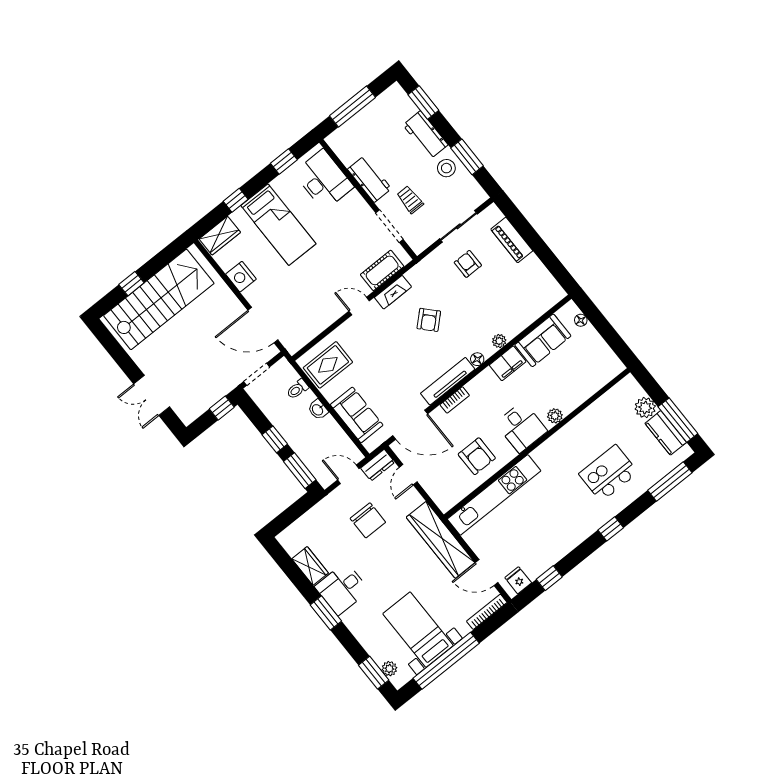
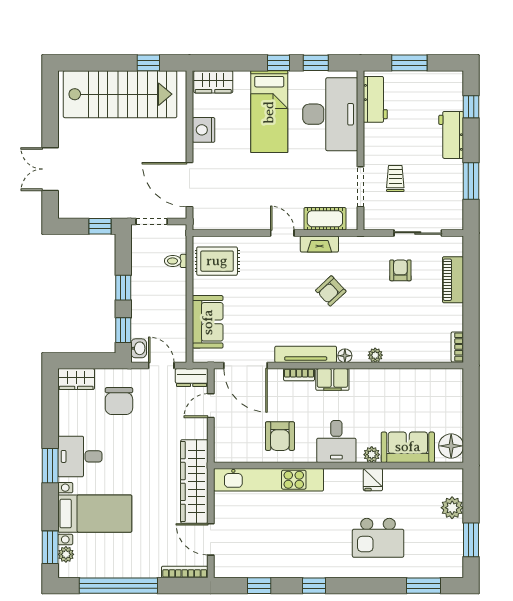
window: (423, 103) -> (471, 107), width x0.67
window: (352, 107) -> (409, 63), width x0.69
stool: (446, 168) -> (446, 176), removed
workbench: (369, 179) -> (375, 99), moved
desk: (324, 180) -> (330, 114), width x1.36, depth x1.30
window: (236, 200) -> (279, 63), moved
window: (131, 284) -> (148, 63), moved
bookcase: (554, 287) -> (457, 347), added
floor lamp: (581, 320) -> (451, 446), moved, width x1.89, depth x1.89
sofa: (543, 340) -> (408, 447), moved, turned 180
filing cabinet: (508, 363) -> (332, 379), moved
washbasin: (318, 410) -> (139, 348), moved, turned 180
window: (678, 420) -> (471, 540), width x0.69
kitchen counter: (666, 433) -> (452, 542), removed
window: (300, 471) -> (123, 330), width x0.67
kitchen island: (608, 473) -> (378, 538), turned 180
window: (670, 482) -> (423, 586), width x0.69
chair: (368, 520) -> (119, 401), moved
window: (611, 529) -> (314, 586), moved
wardrobe: (310, 566) -> (76, 379), moved, turned 90
fridge: (518, 580) -> (373, 480), moved, turned 180
bed with nightstands: (418, 630) -> (95, 514), moved, turned 90

